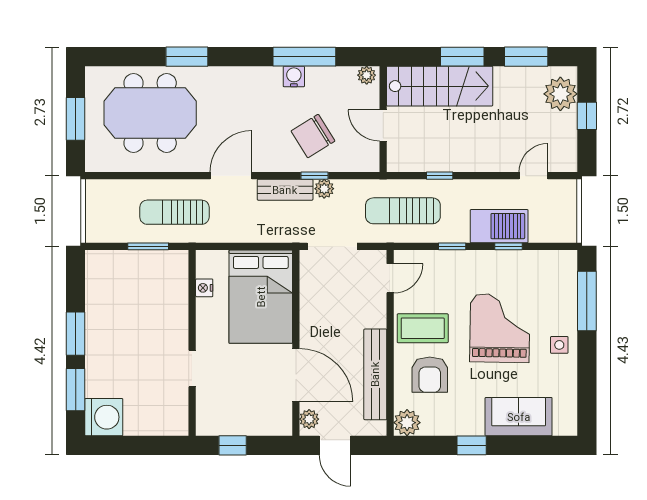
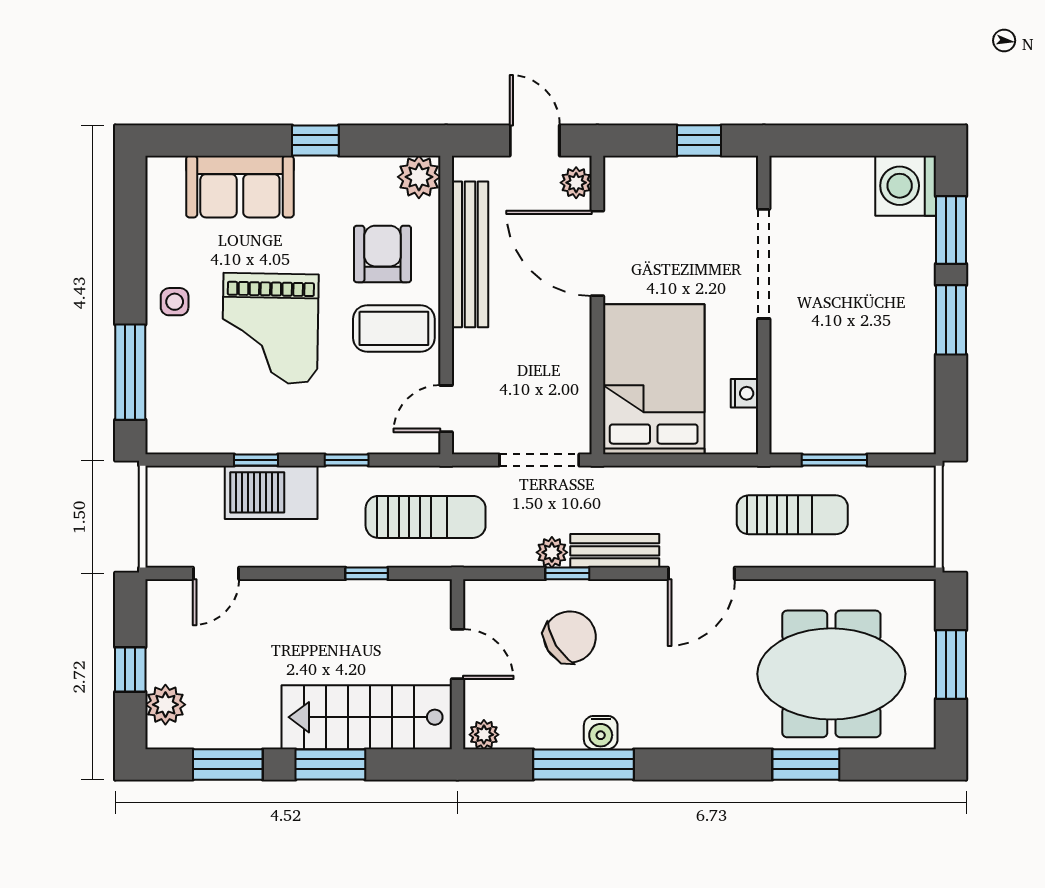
window: (187, 57) -> (806, 764), moved
plant: (560, 94) -> (165, 705), width x0.73, depth x0.73
doorway: (192, 369) -> (764, 264), width x1.87

